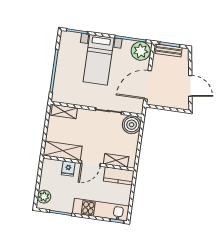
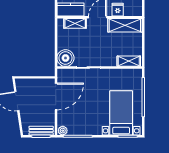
plant: (141, 51) -> (63, 131), width x0.53, depth x0.53
bed with nightstands: (99, 60) -> (121, 113), moved

